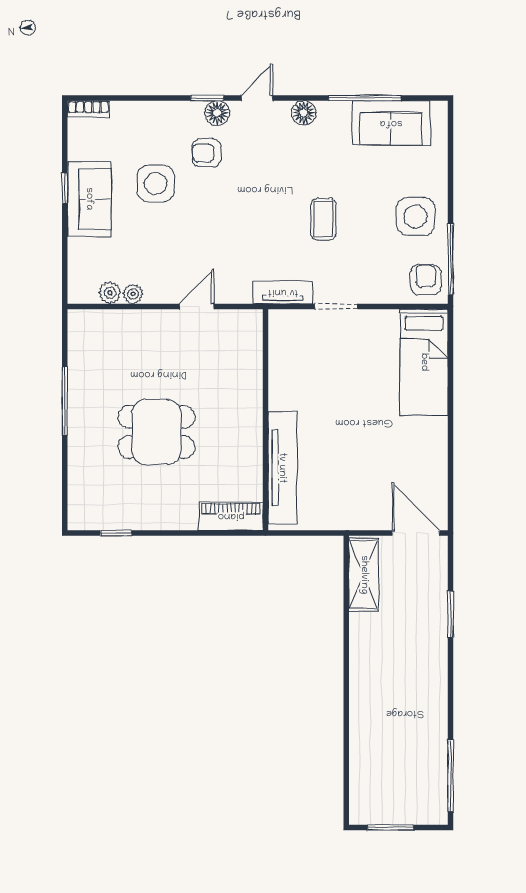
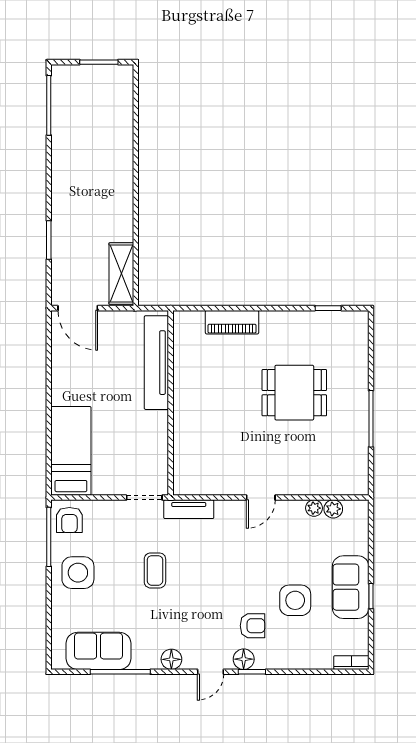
wall: (265, 420) -> (171, 403), moved
tv unit: (282, 468) -> (156, 363), moved

